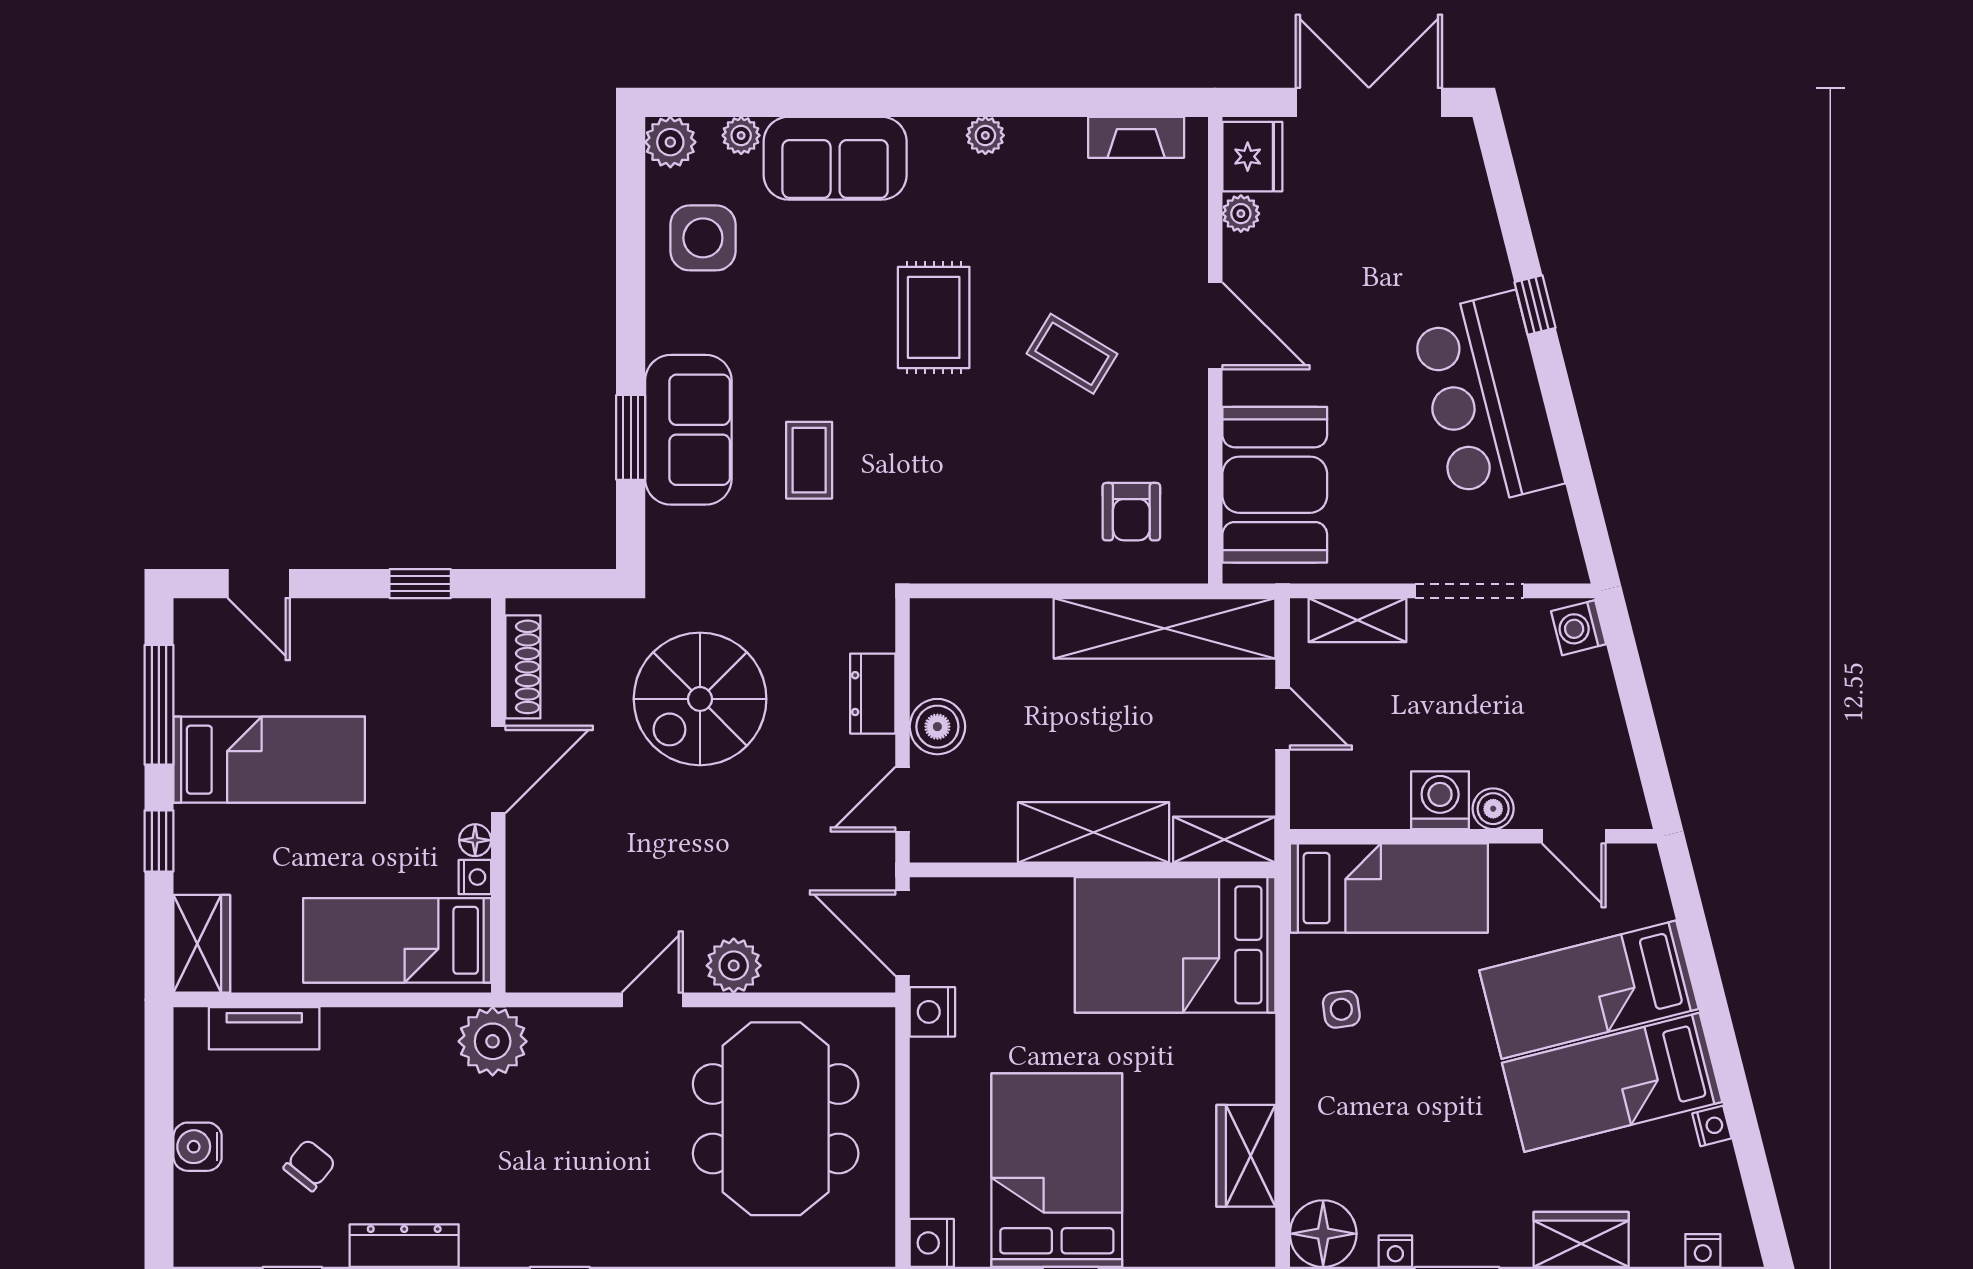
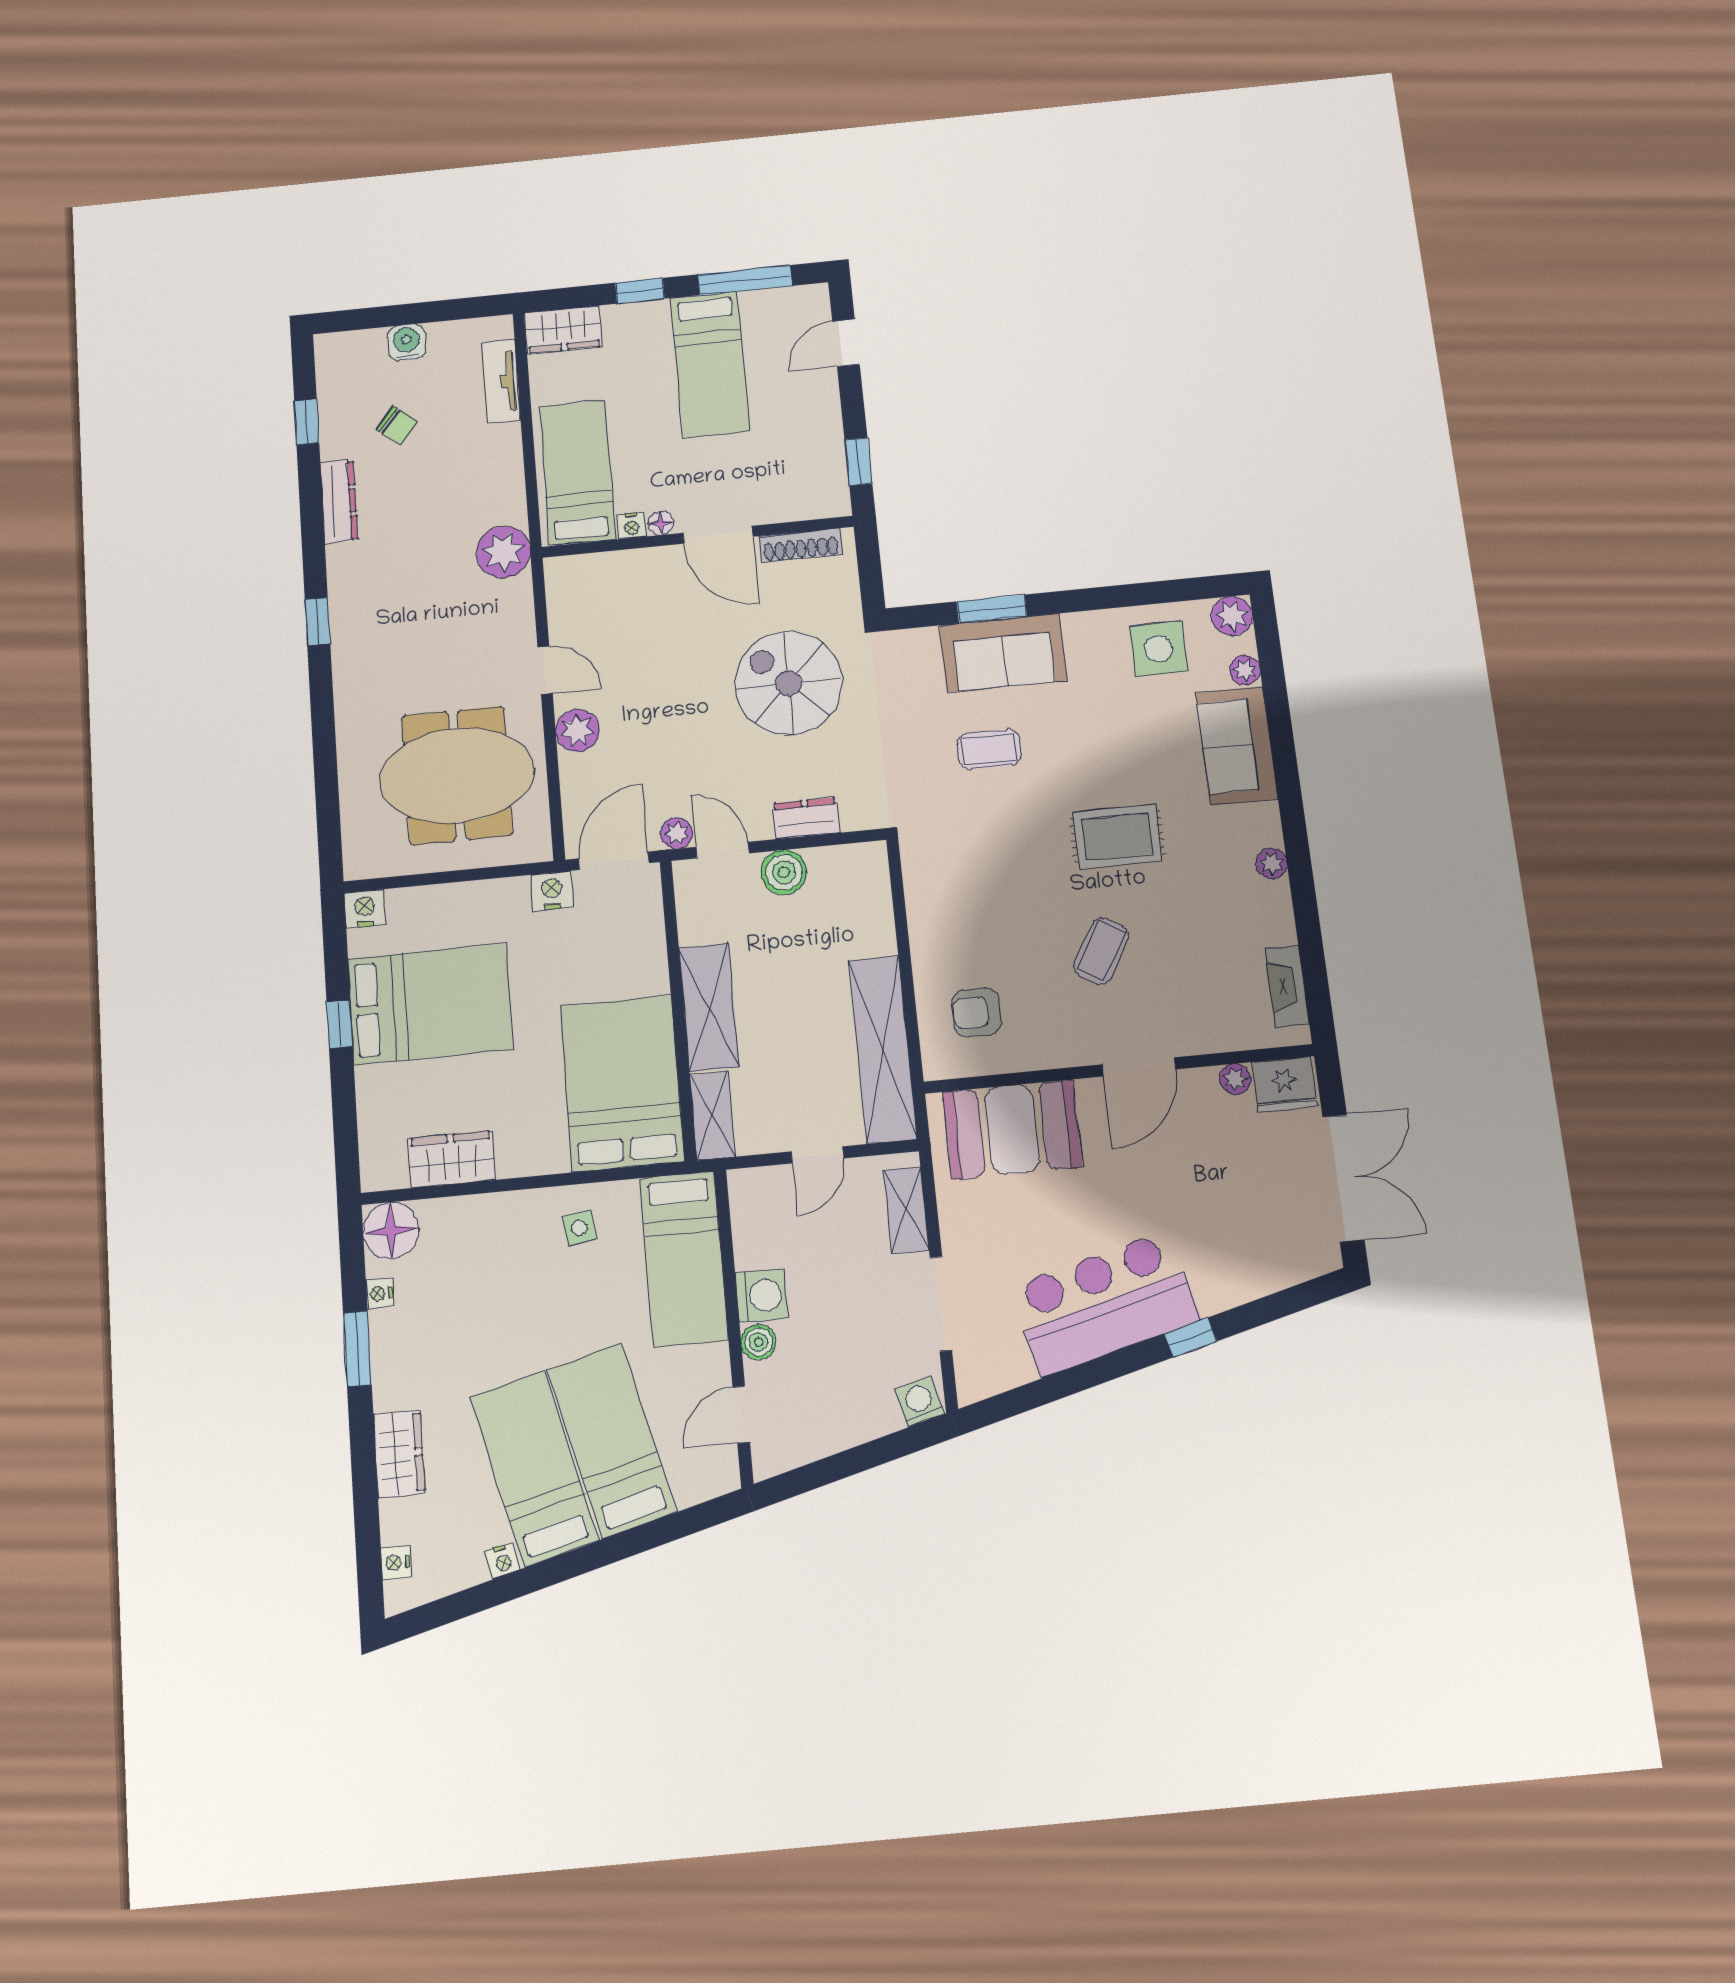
plant: (876, 853) -> (677, 833), added

